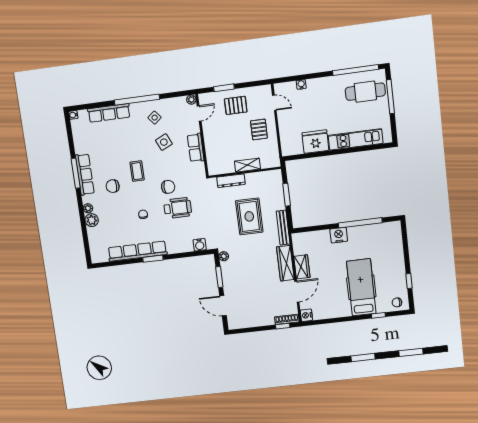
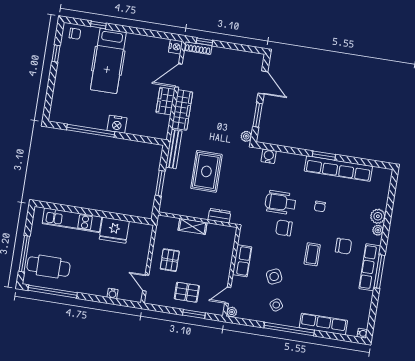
dresser: (231, 181) -> (219, 216), width x0.70

